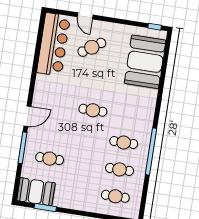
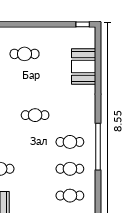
door: (85, 16) -> (13, 24), removed
cafe table: (92, 47) -> (25, 54), turned 34
booth: (145, 62) -> (84, 66), width x0.73, depth x0.70

